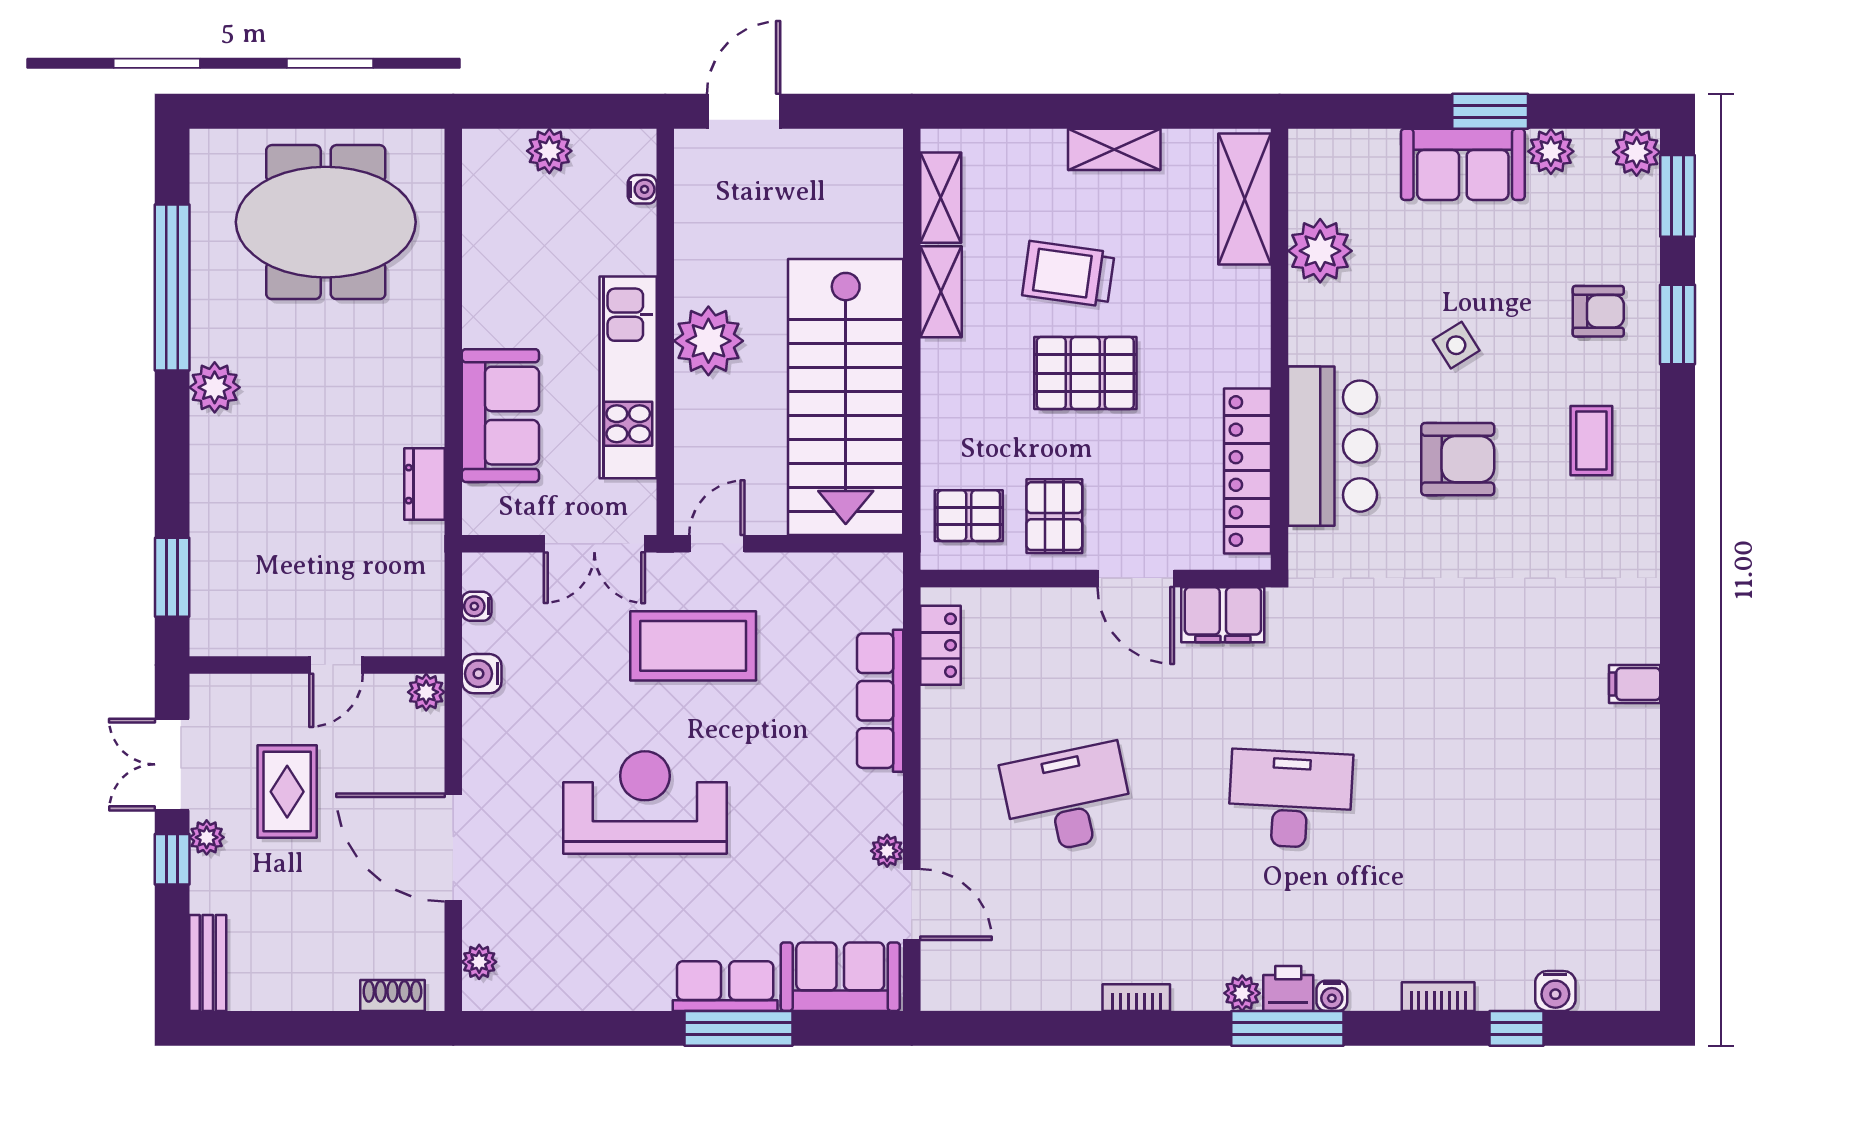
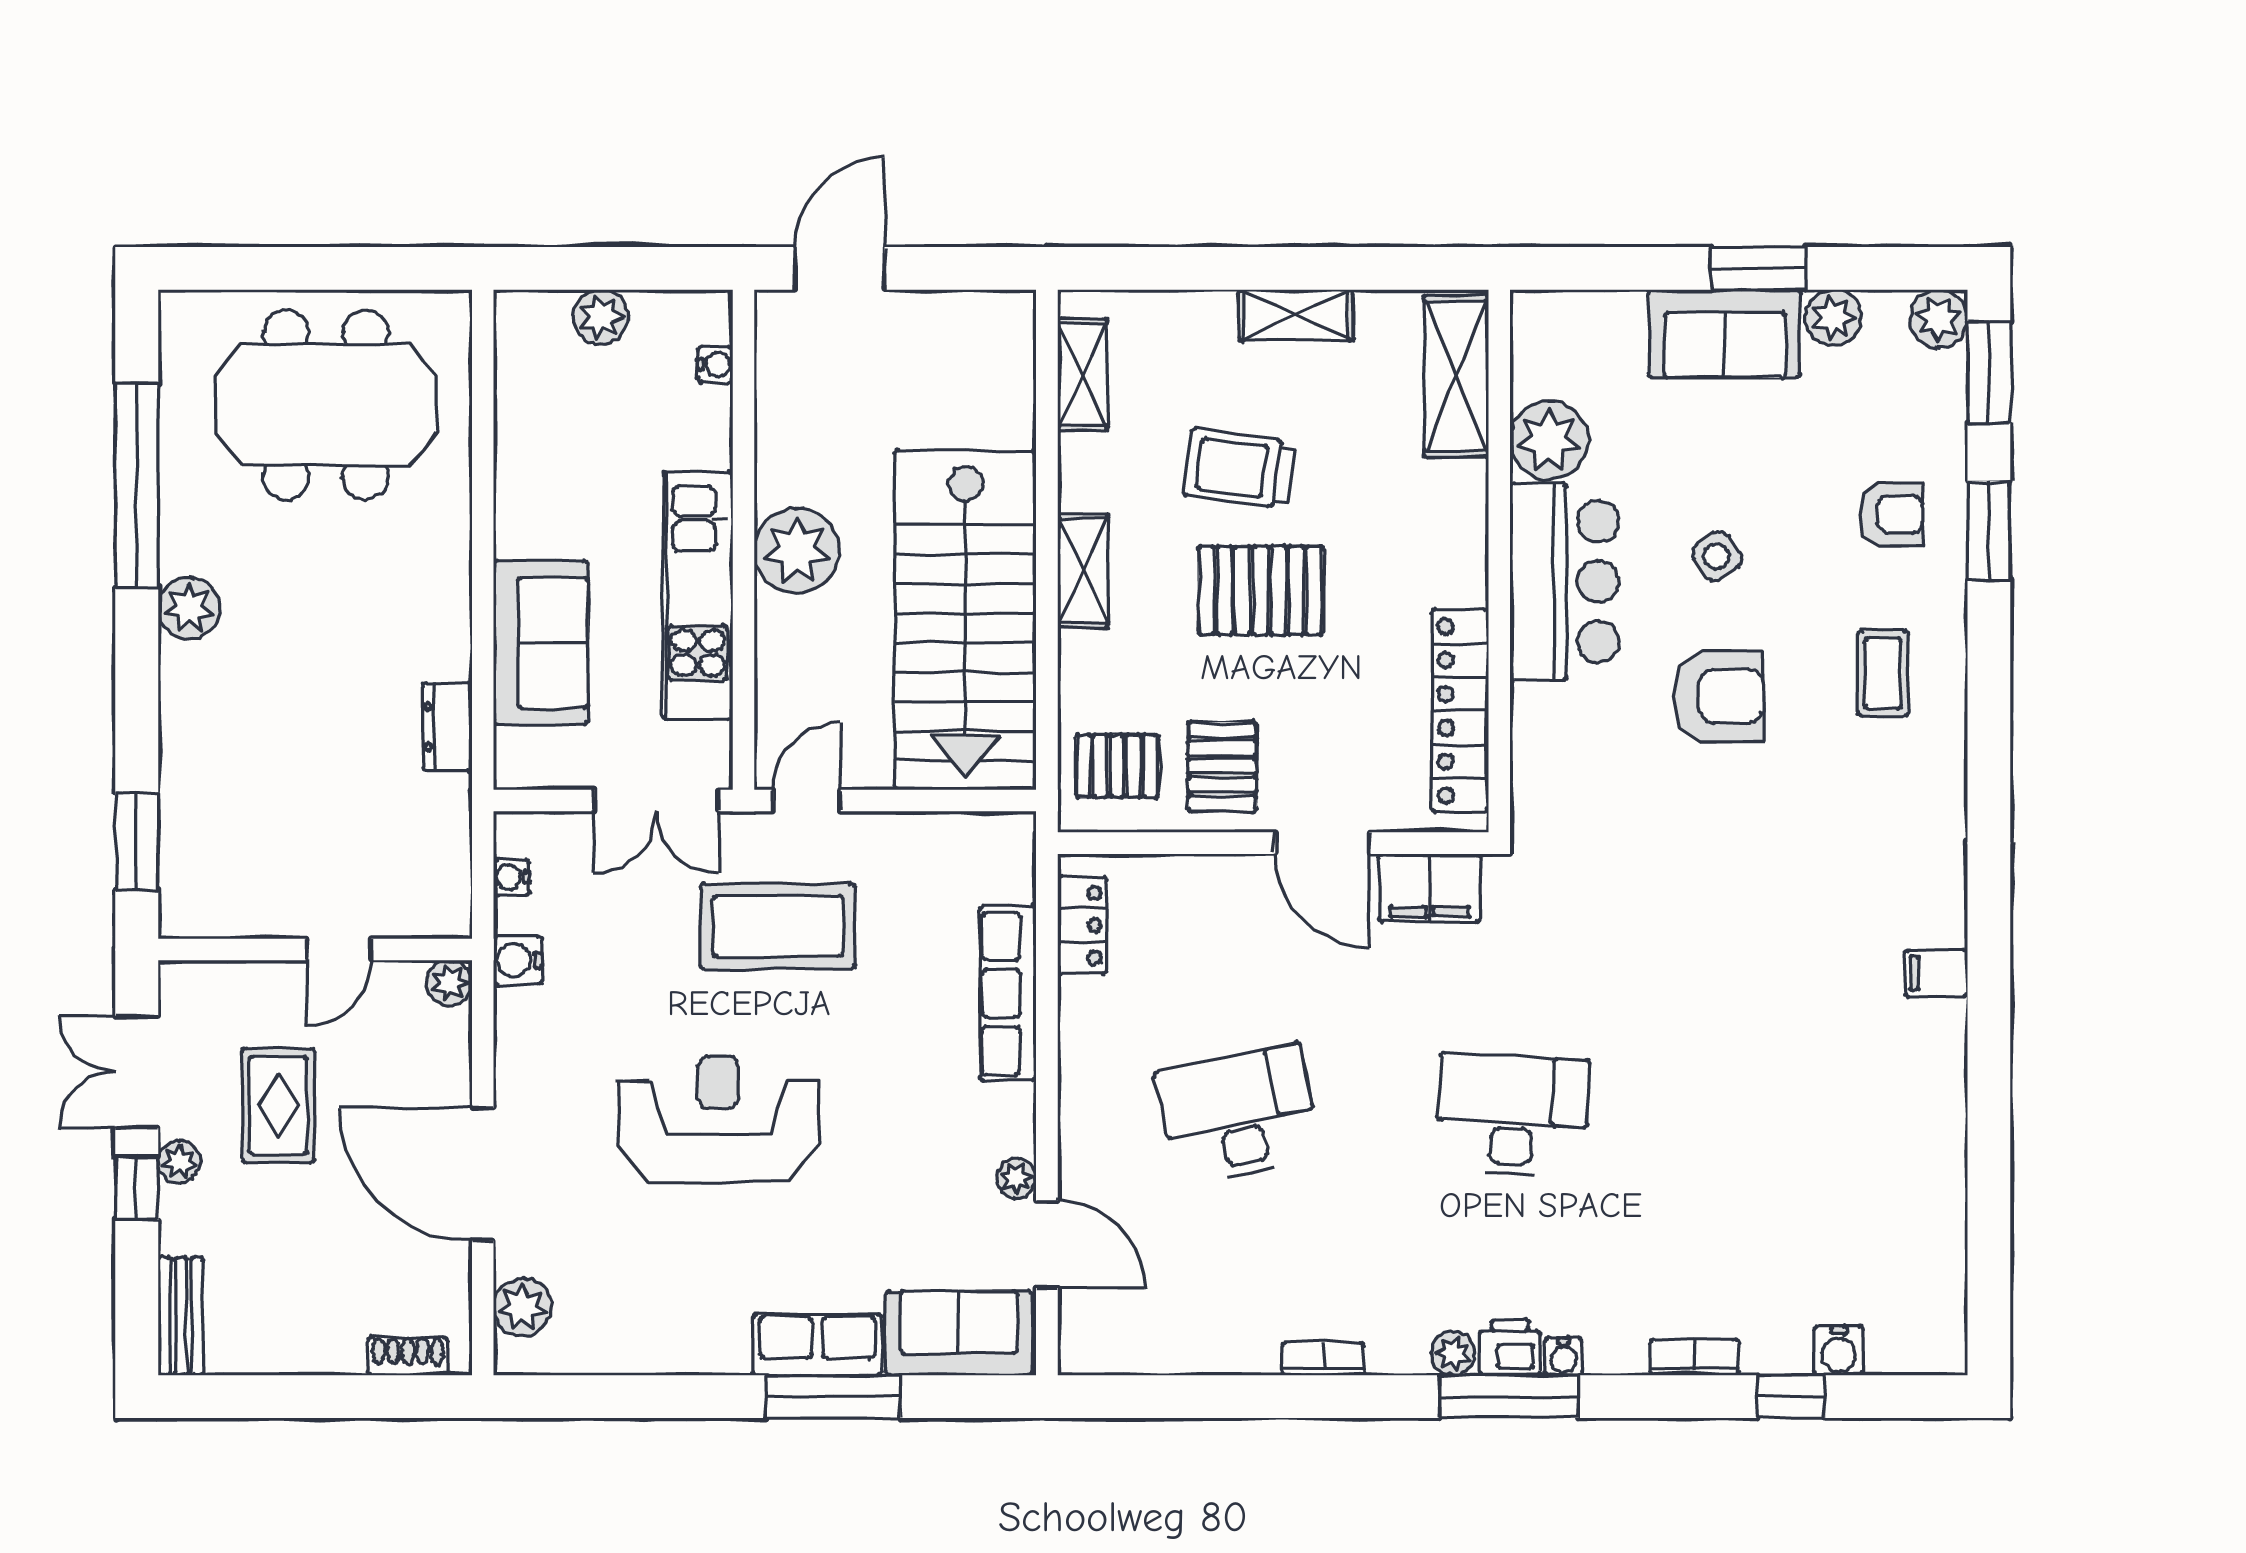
shelving: (941, 292) -> (1083, 571), moved
bar counter: (1333, 446) -> (1564, 582), moved
plant: (479, 962) -> (522, 1307), width x1.38, depth x1.38

